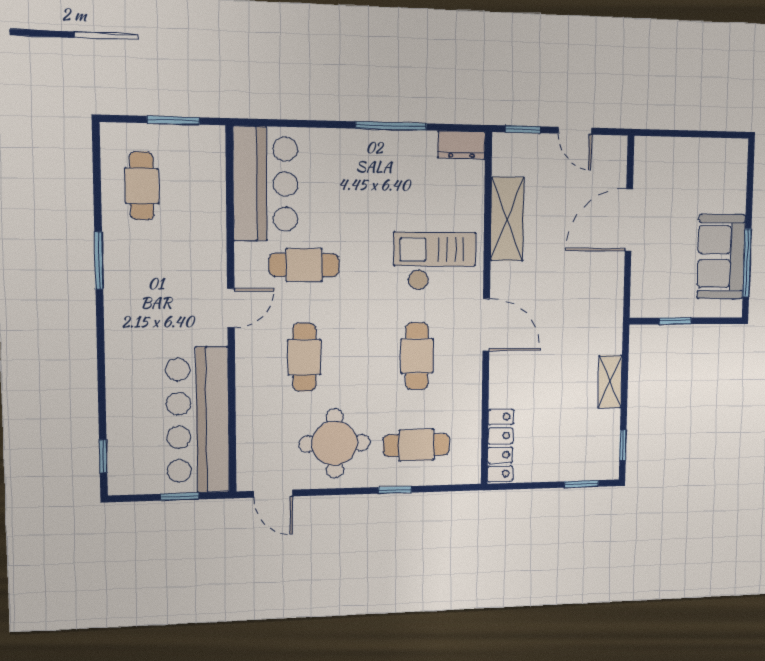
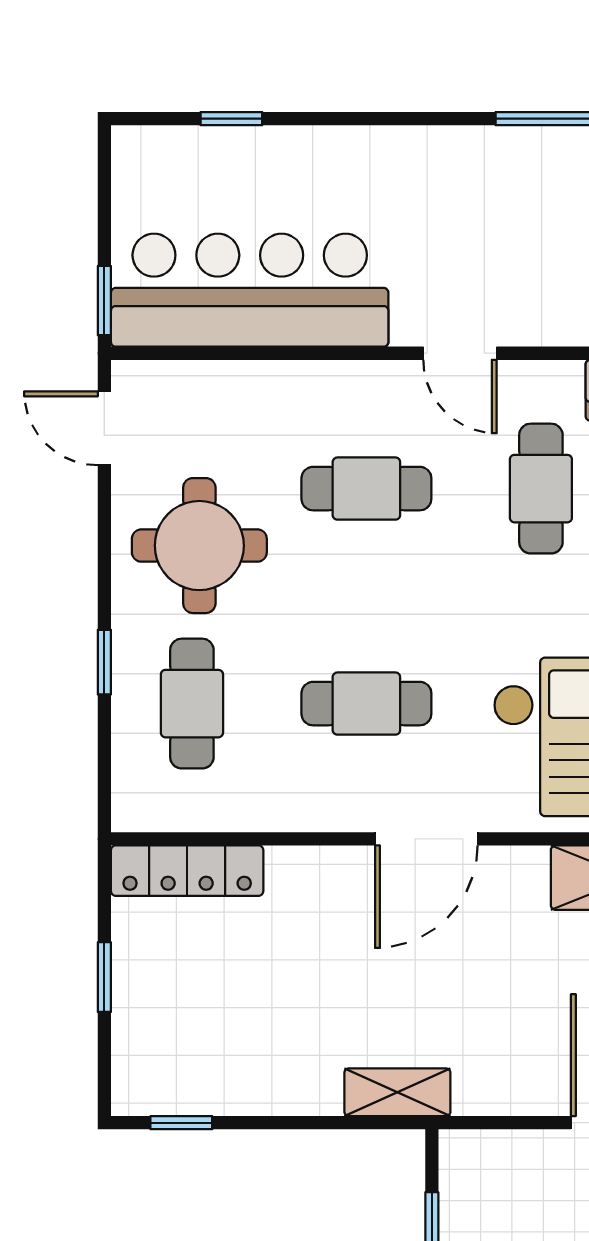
shelving: (610, 382) -> (397, 1092), moved
window: (103, 456) -> (231, 119), moved
window: (581, 484) -> (104, 977), moved
door: (273, 494) -> (104, 428), hinge flipped
window: (180, 497) -> (104, 301), moved

